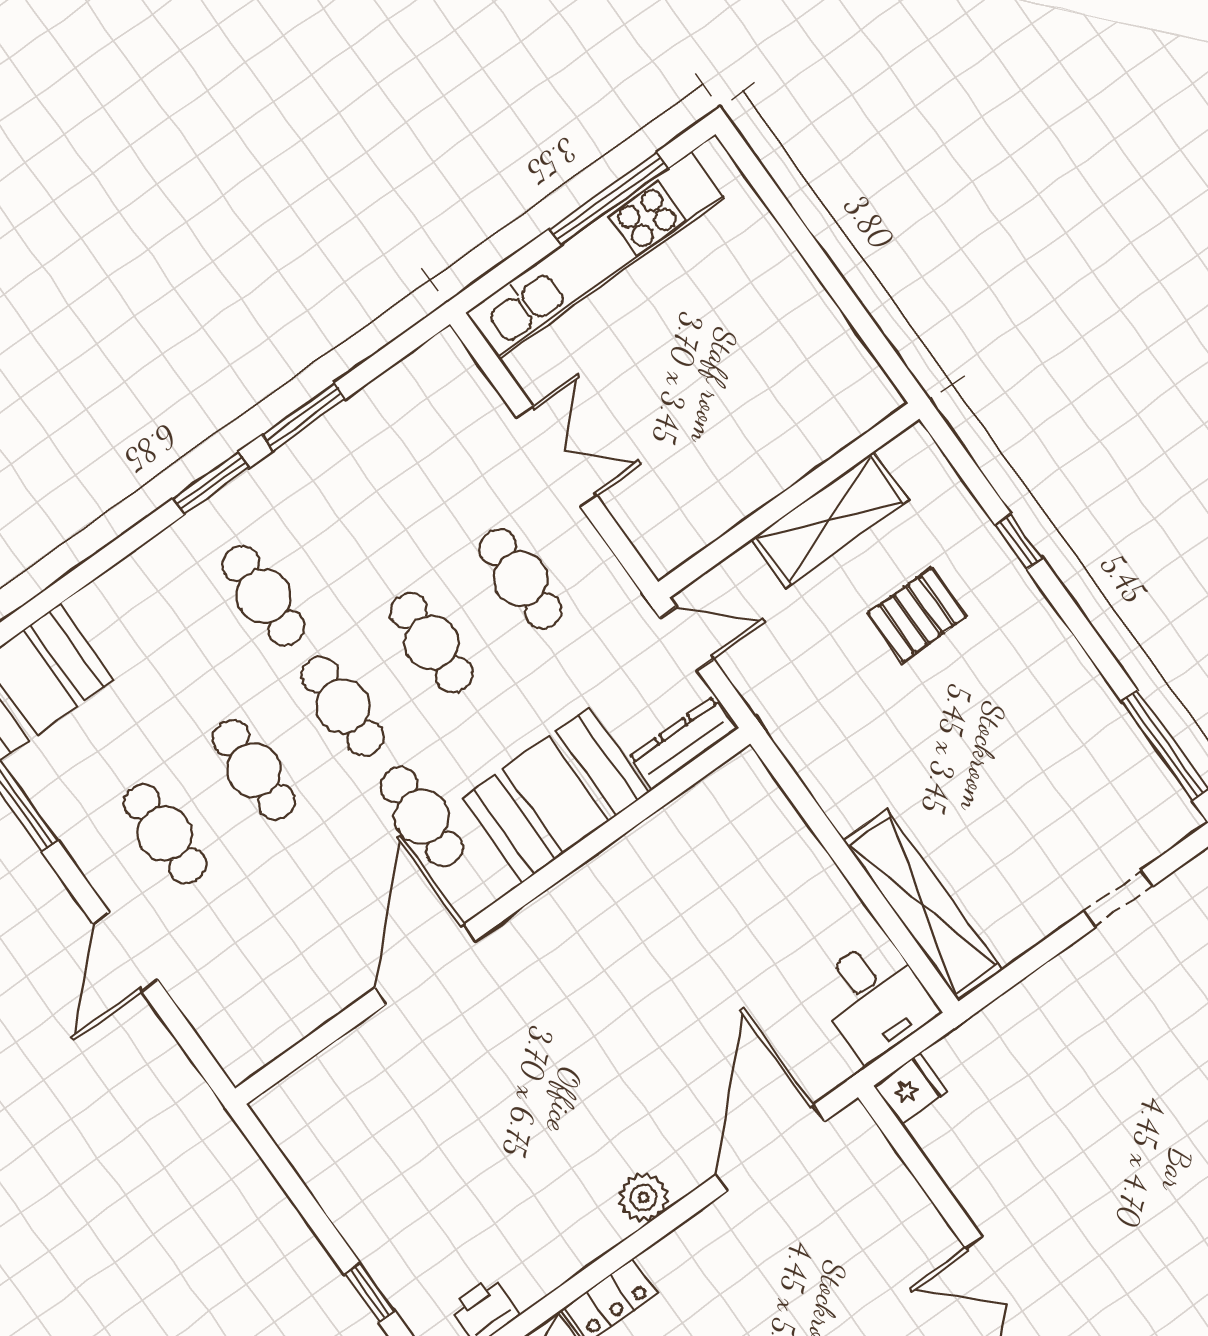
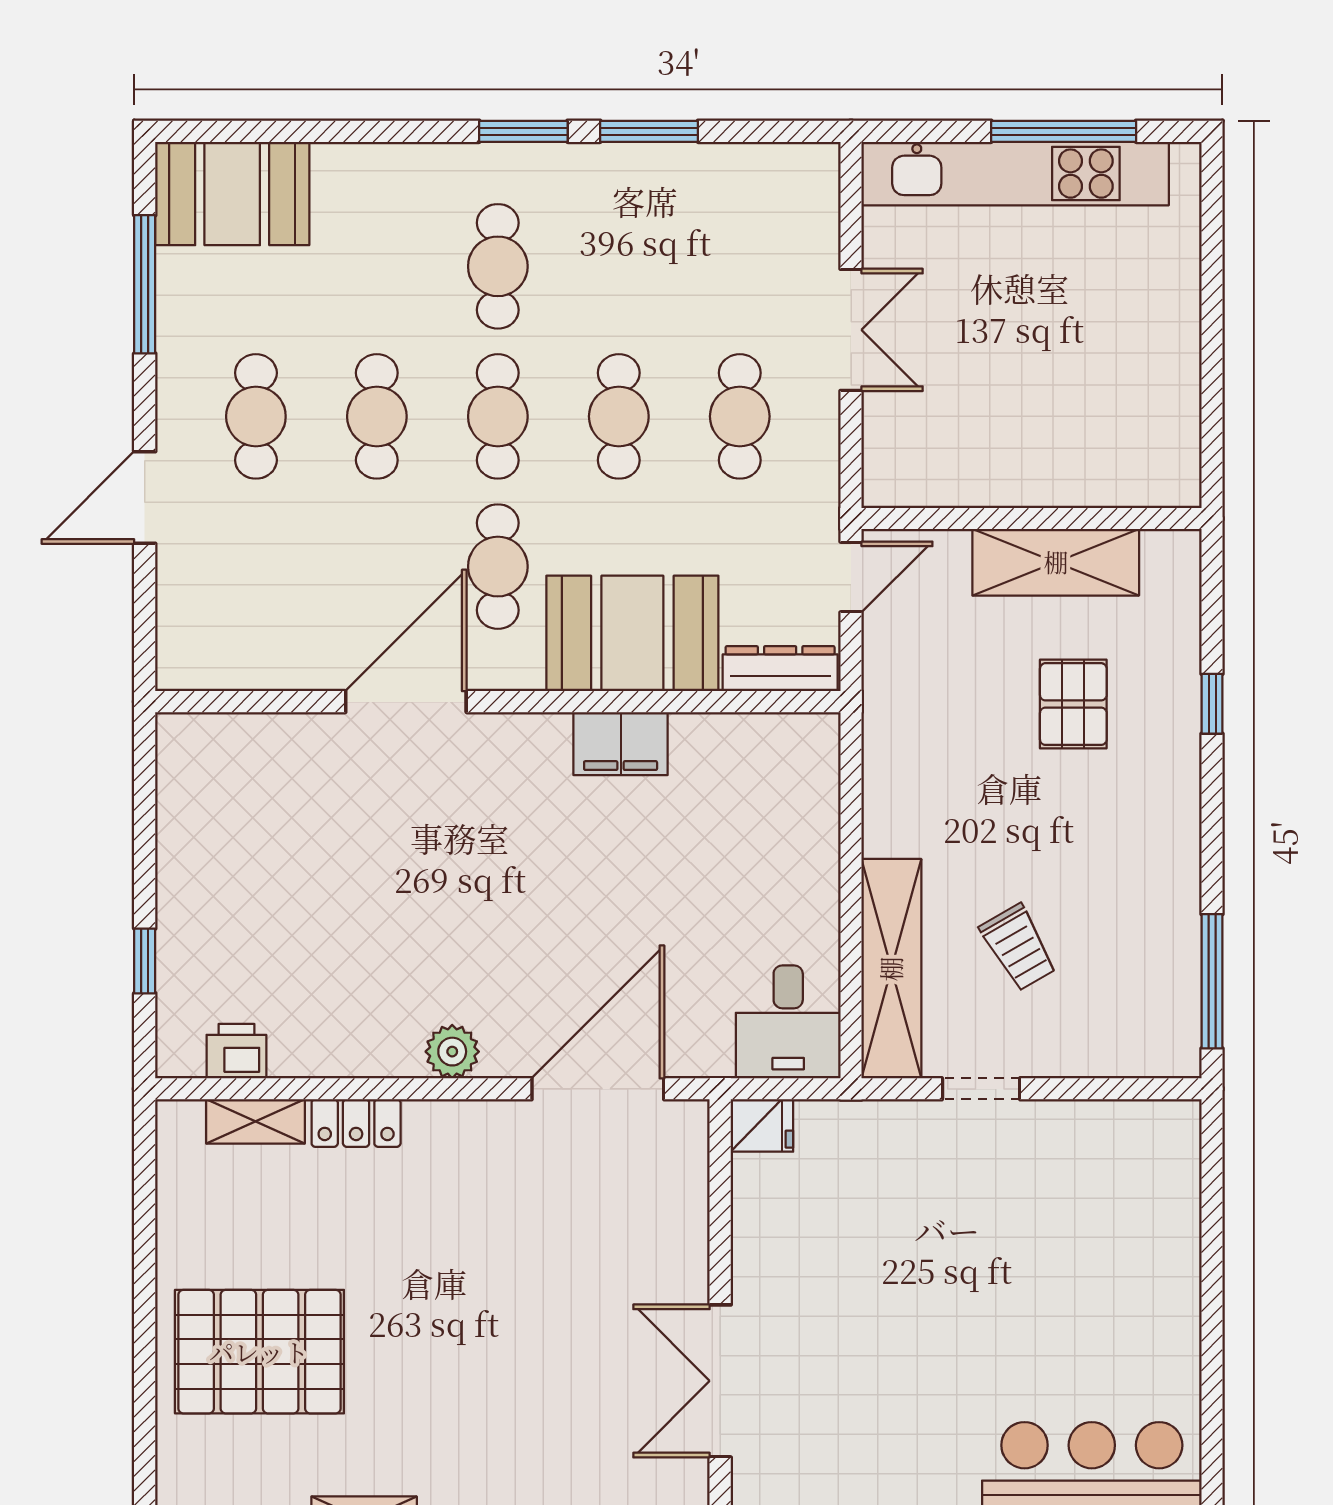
pallet: (917, 615) -> (1073, 704), turned 90
door: (687, 638) -> (851, 577), hinge flipped
trolley: (1005, 823) -> (1018, 947), added
filing cabinet: (605, 882) -> (621, 744), added
doorway: (1118, 899) -> (981, 1089), moved

